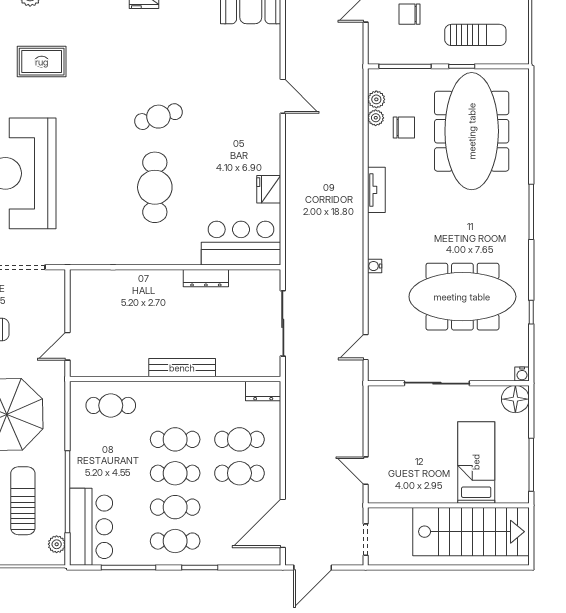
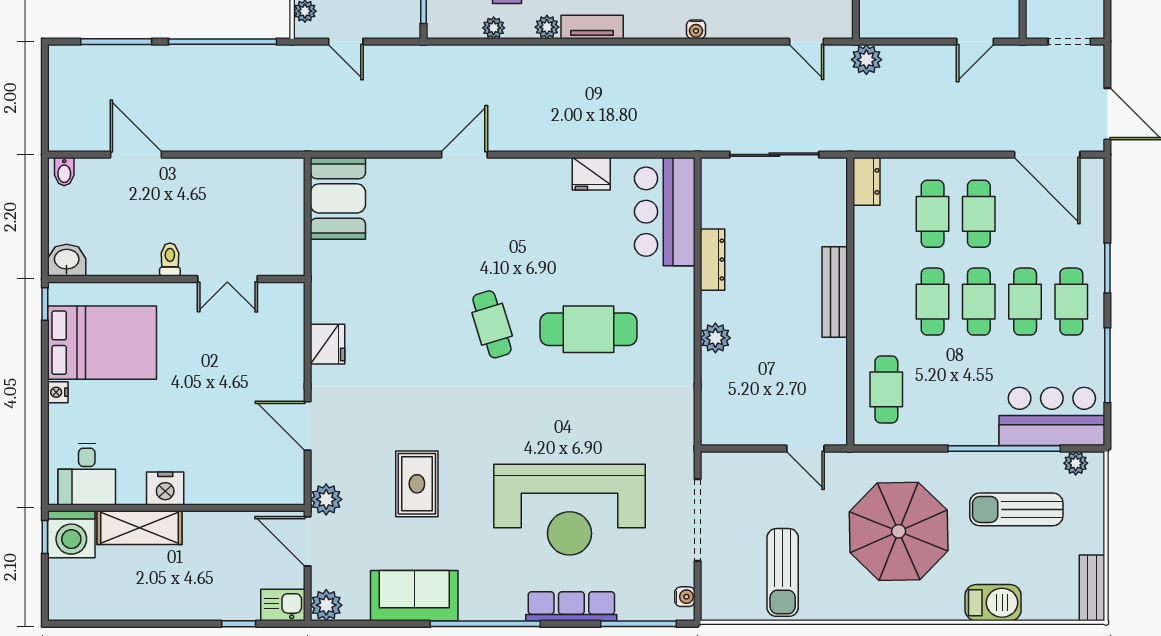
plant: (376, 99) -> (547, 27), moved
plant: (149, 280) -> (715, 338), added
plant: (352, 391) -> (866, 60), added

